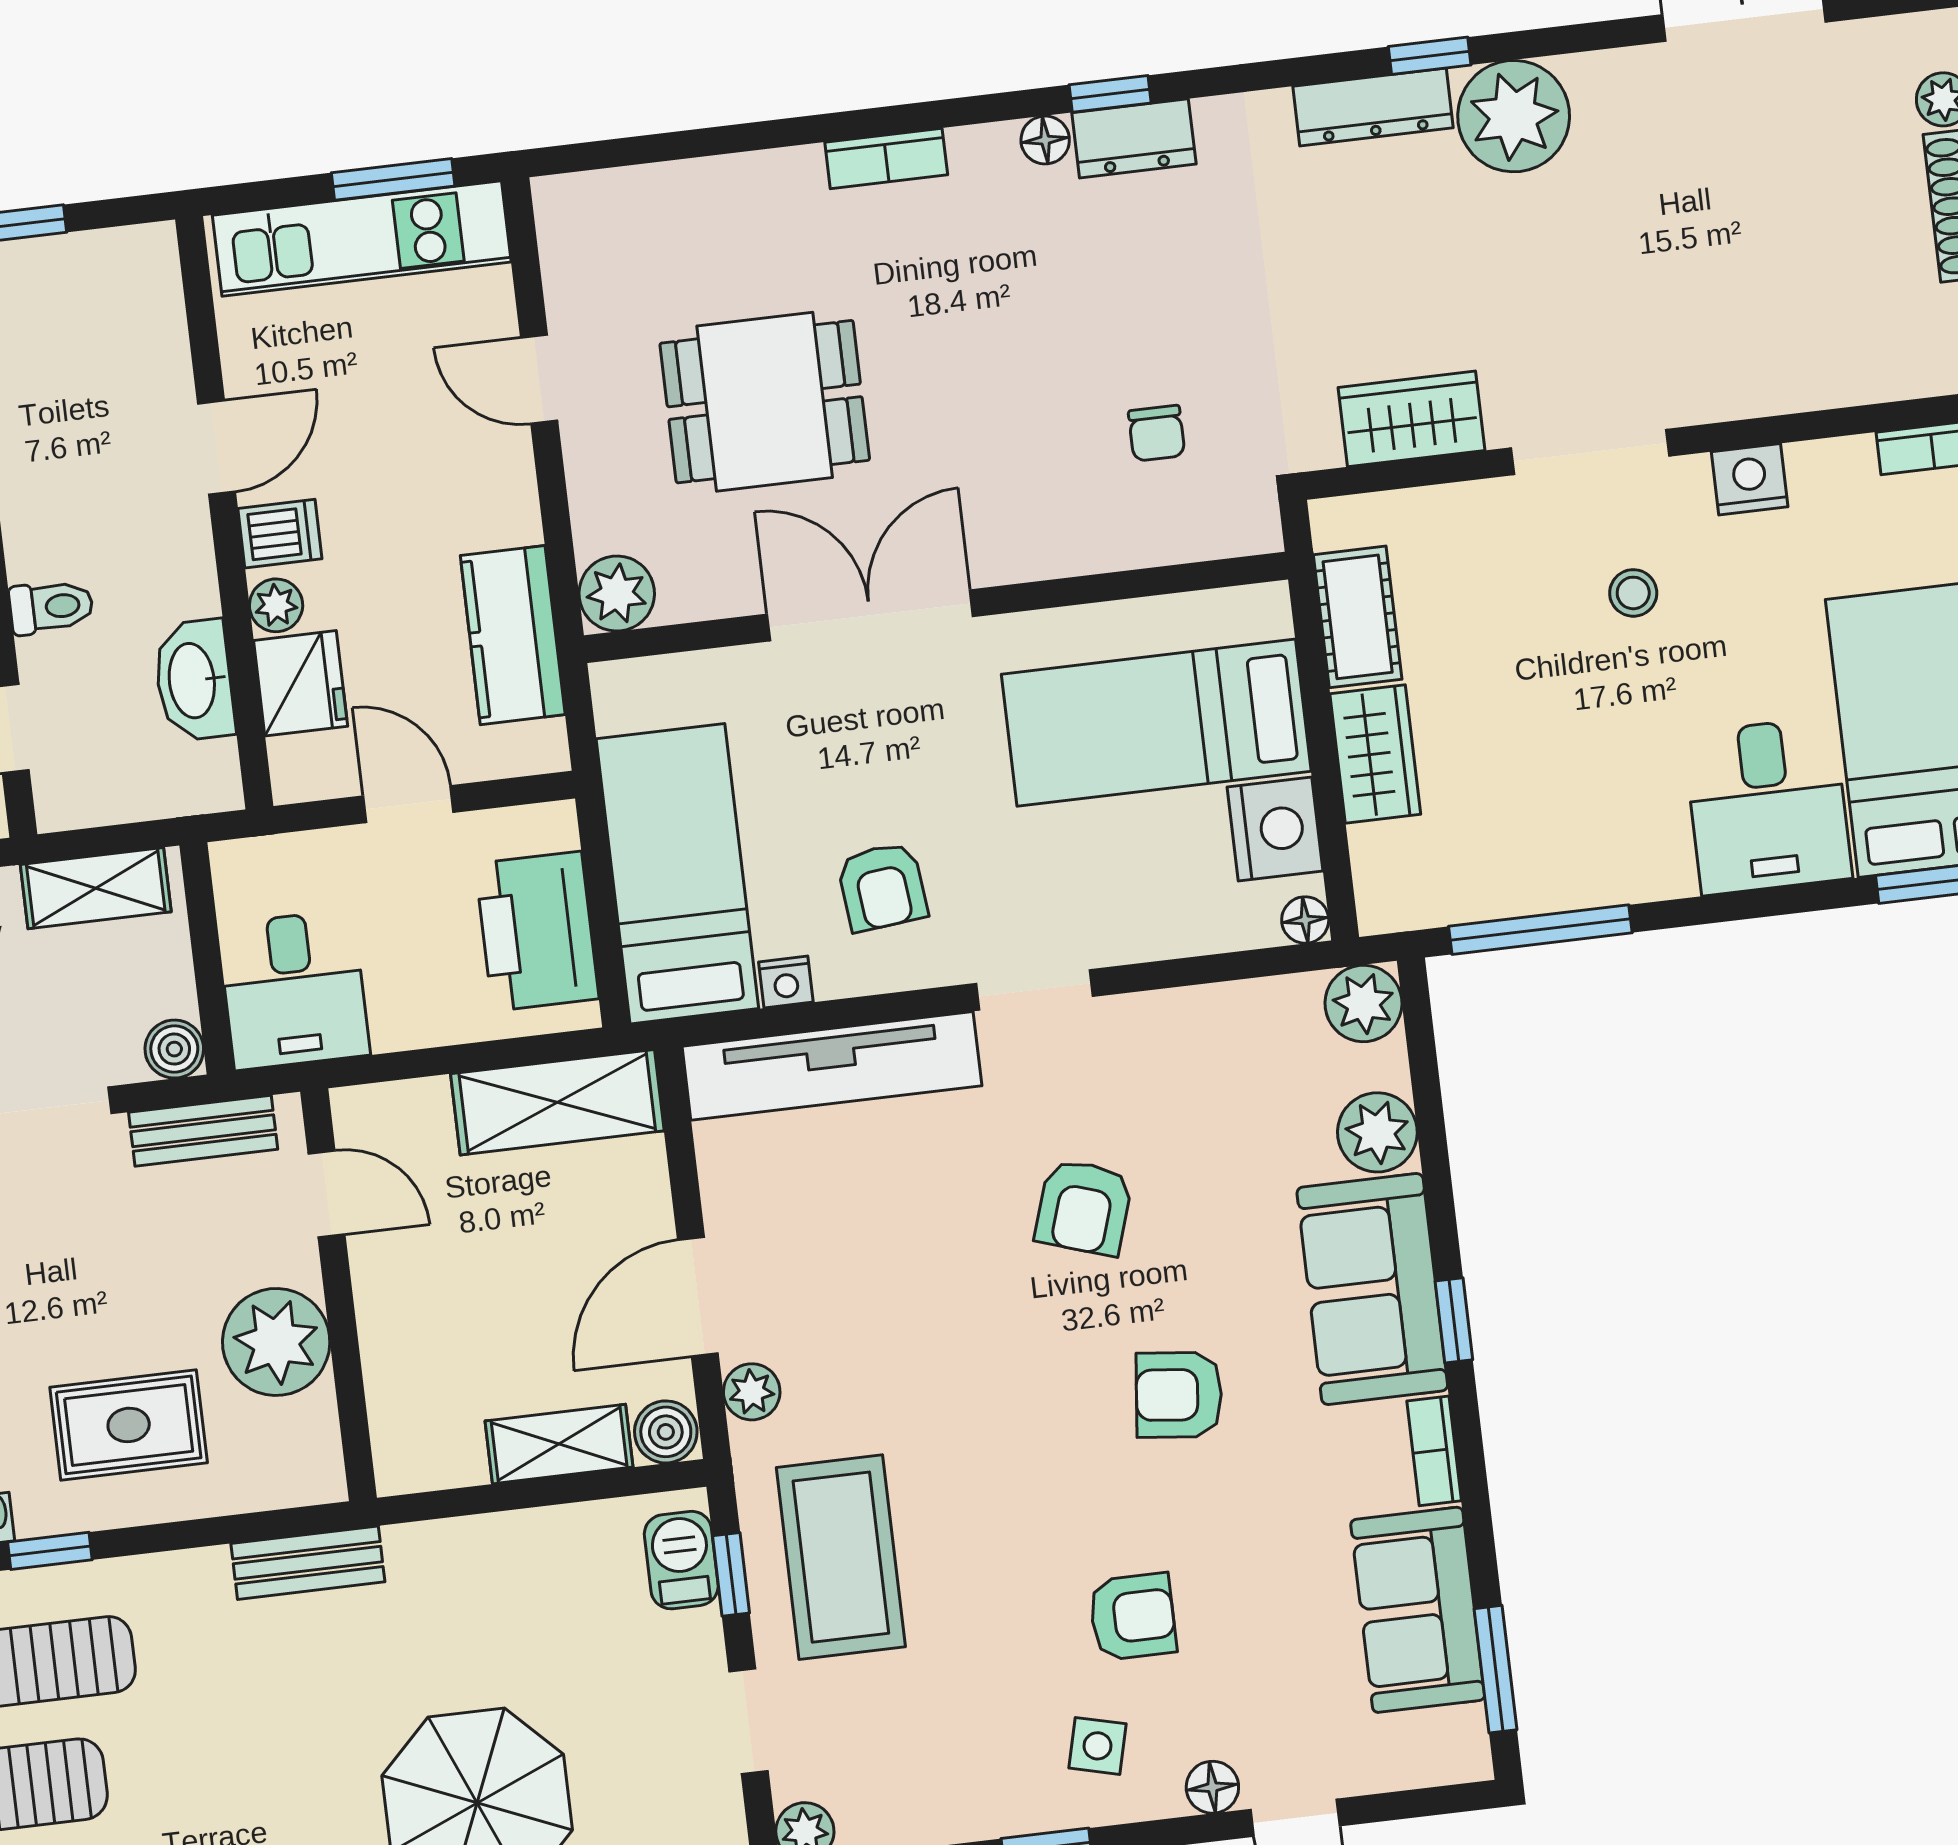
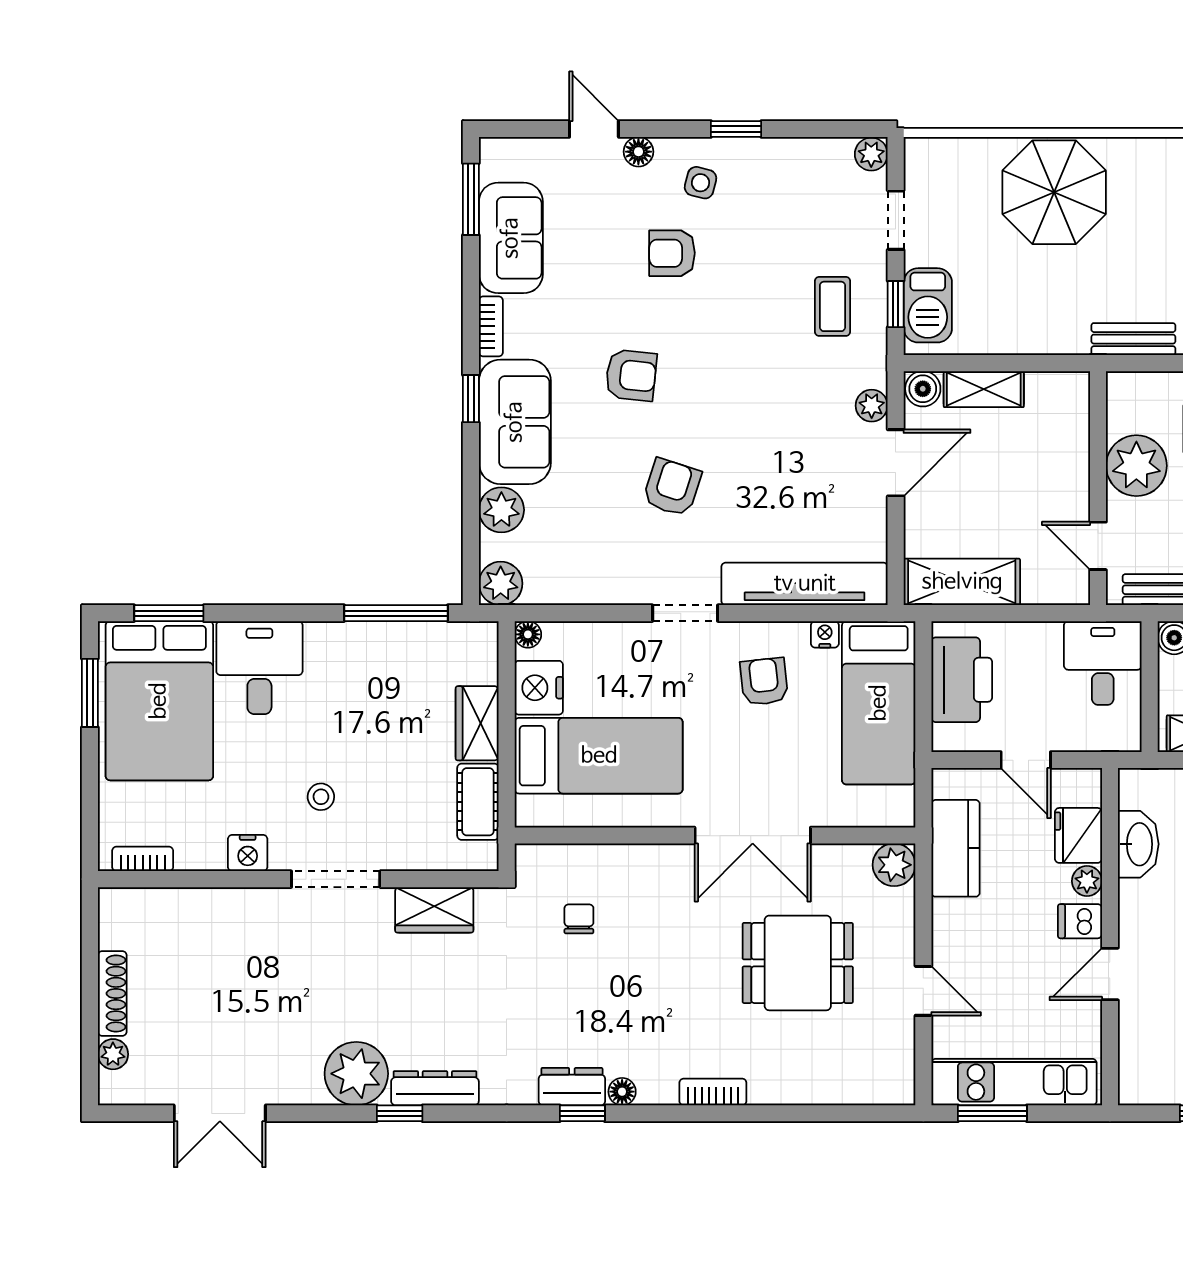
coffee table: (841, 1557) -> (833, 306), width x0.54, depth x0.58
barbecue: (681, 1560) -> (928, 305), width x1.38, depth x1.27

